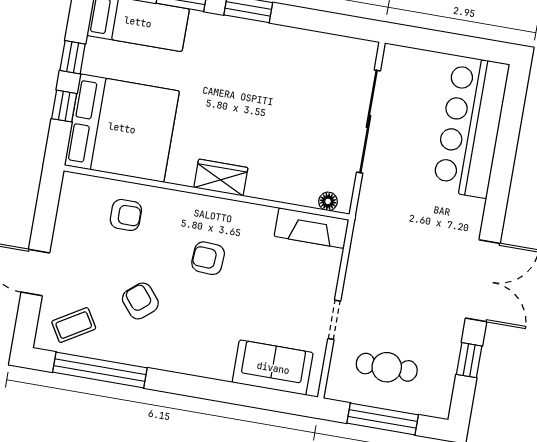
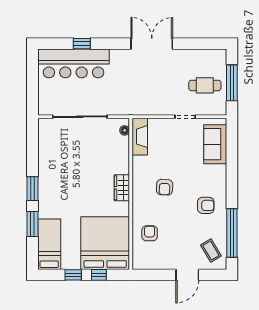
armchair: (140, 301) -> (206, 205), moved, turned -140
window: (469, 360) -> (82, 44), moved
cafe table: (387, 367) -> (205, 85), turned 90

